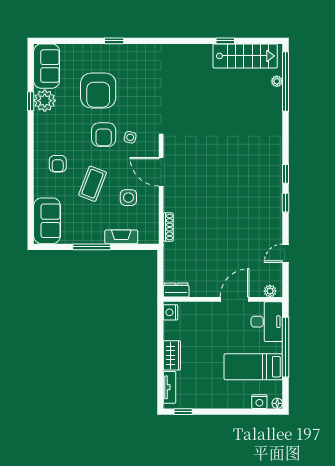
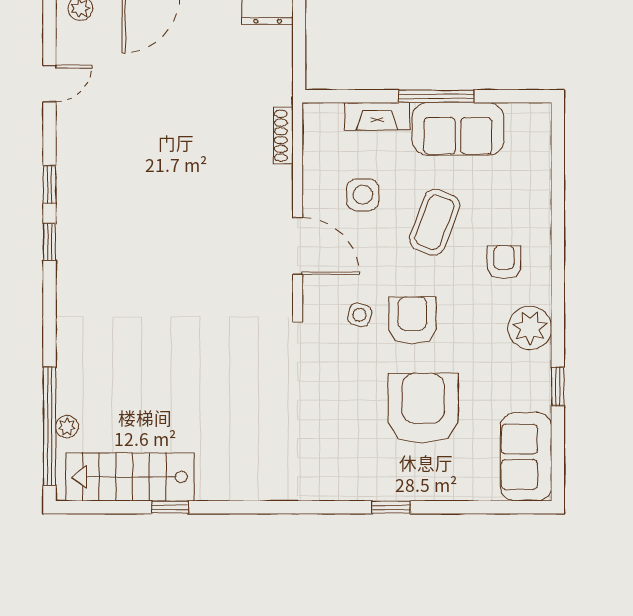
plant: (45, 101) -> (530, 328), moved
sofa: (47, 221) -> (458, 129), moved, turned -90

